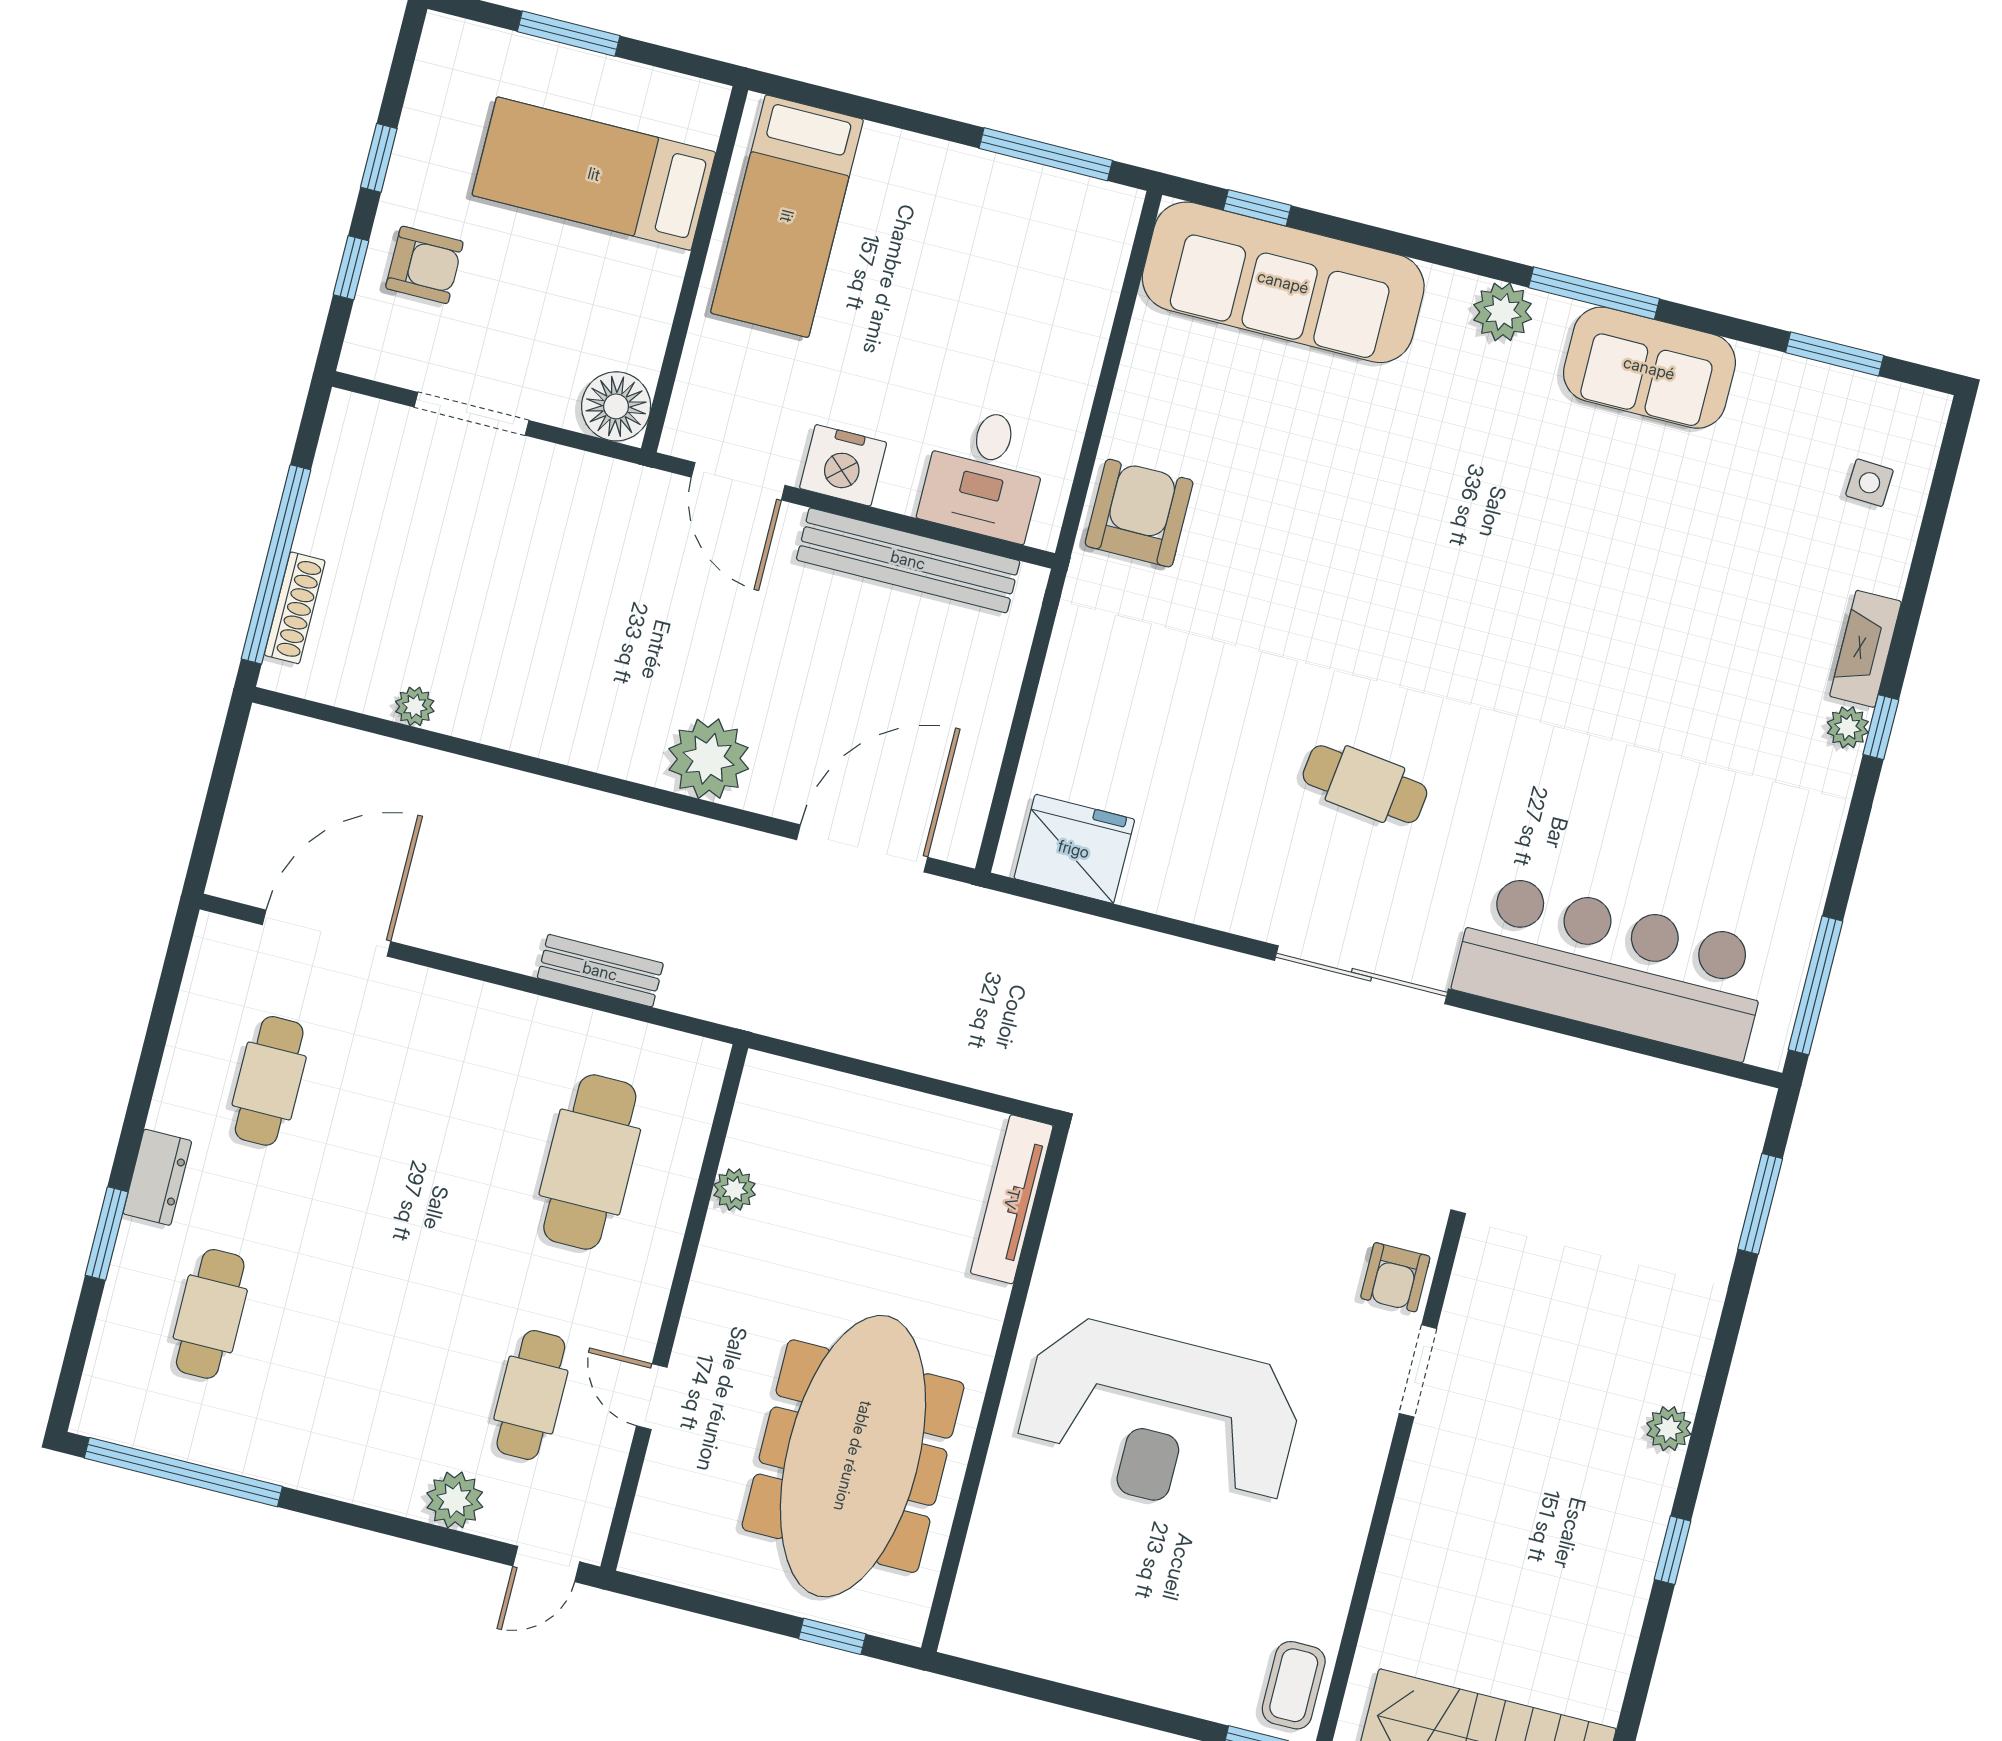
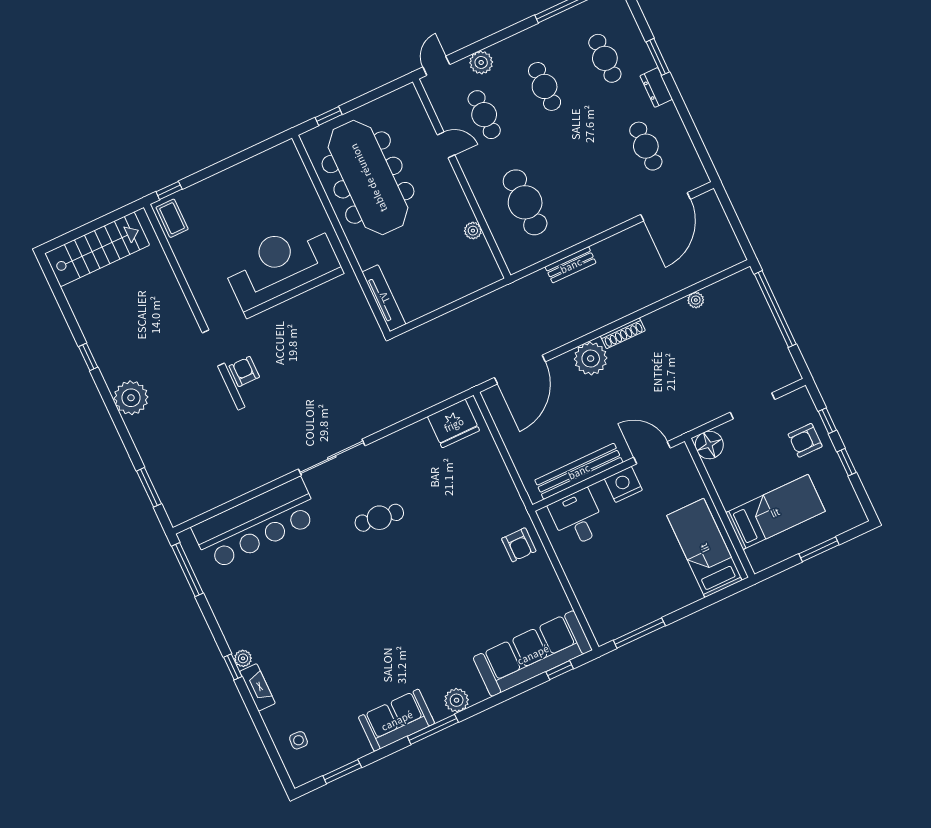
armchair: (1139, 513) -> (519, 545), width x0.72, depth x0.72
shoe rack: (295, 608) -> (623, 333), moved, turned -90
cafe table: (371, 1354) -> (545, 86), added
plant: (1669, 1429) -> (131, 398), width x1.87, depth x1.87

